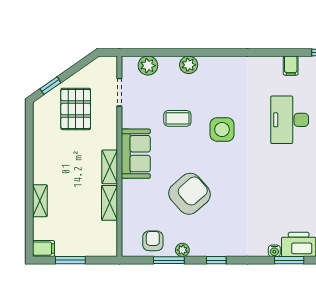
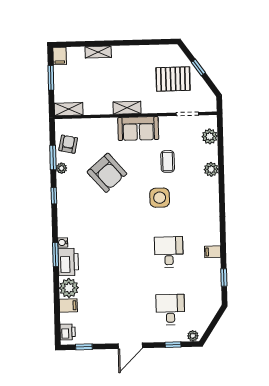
window: (50, 86) -> (198, 68), moved
desk: (290, 120) -> (169, 252), width x0.73
shelving: (109, 203) -> (69, 109), moved
armchair: (153, 241) -> (68, 144), turned -78

